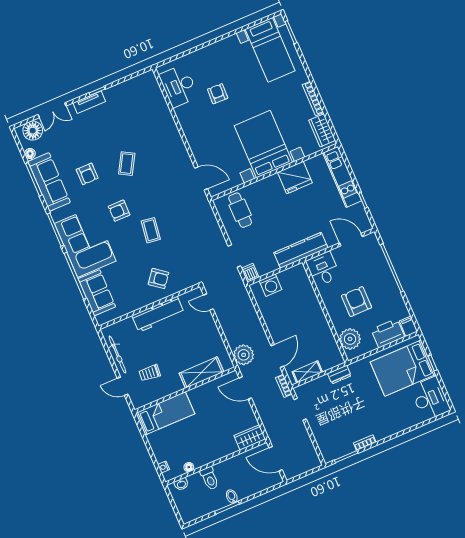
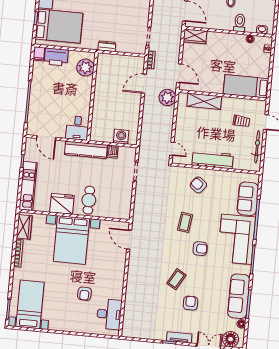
armchair: (87, 174) -> (190, 303), moved
cafe table: (240, 210) -> (89, 200), moved
dishwasher: (250, 273) -> (113, 152), moved
armchair: (356, 302) -> (66, 92), removed
shelving: (307, 372) -> (129, 61), removed

